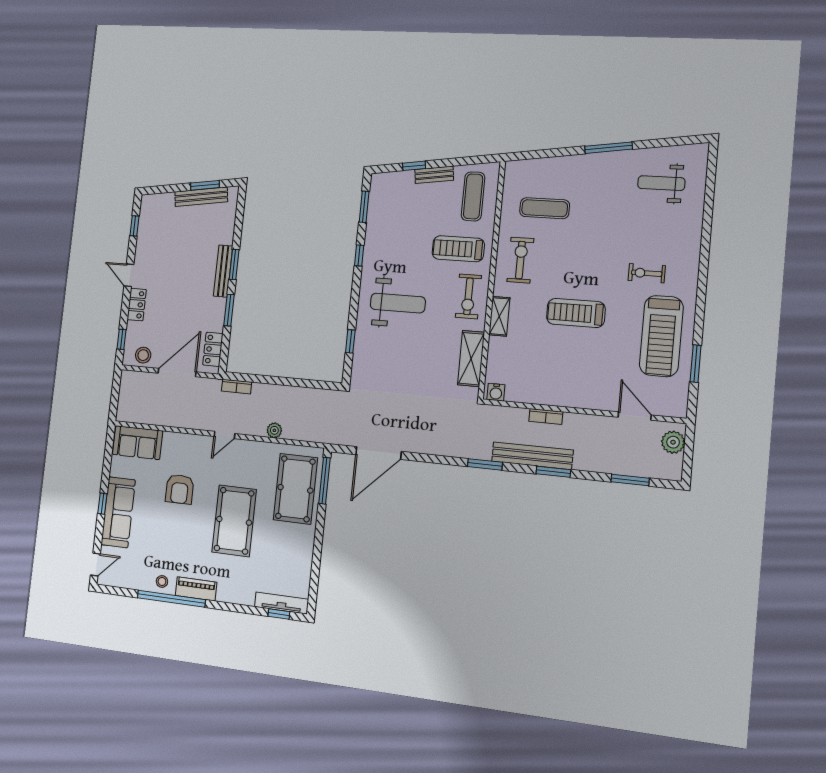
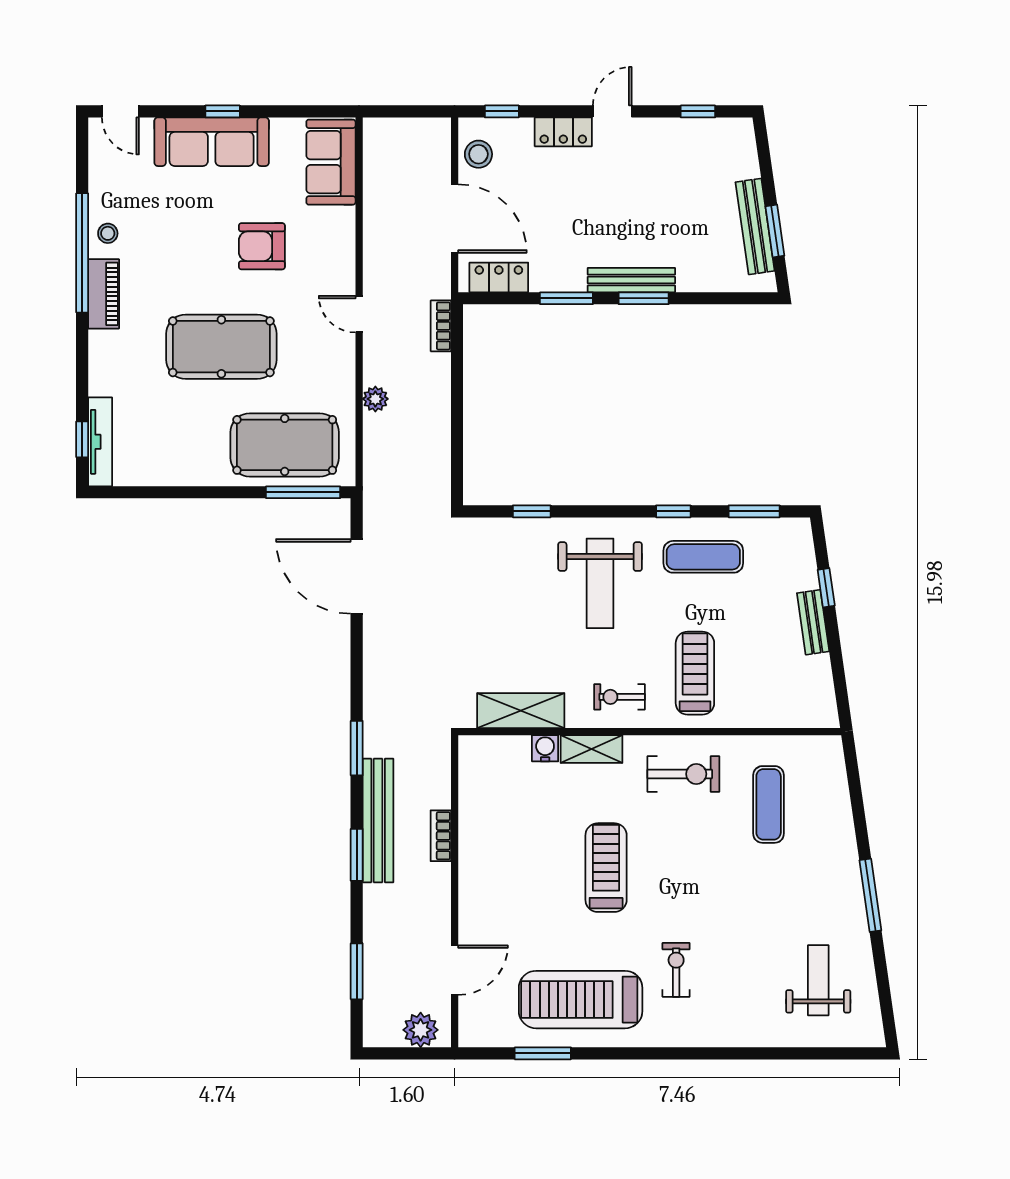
exercise mat: (473, 196) -> (703, 557), moved
exercise bike: (468, 296) -> (619, 697), width x0.73, depth x0.72
water cooler: (496, 392) -> (545, 748), moved, turned 90

